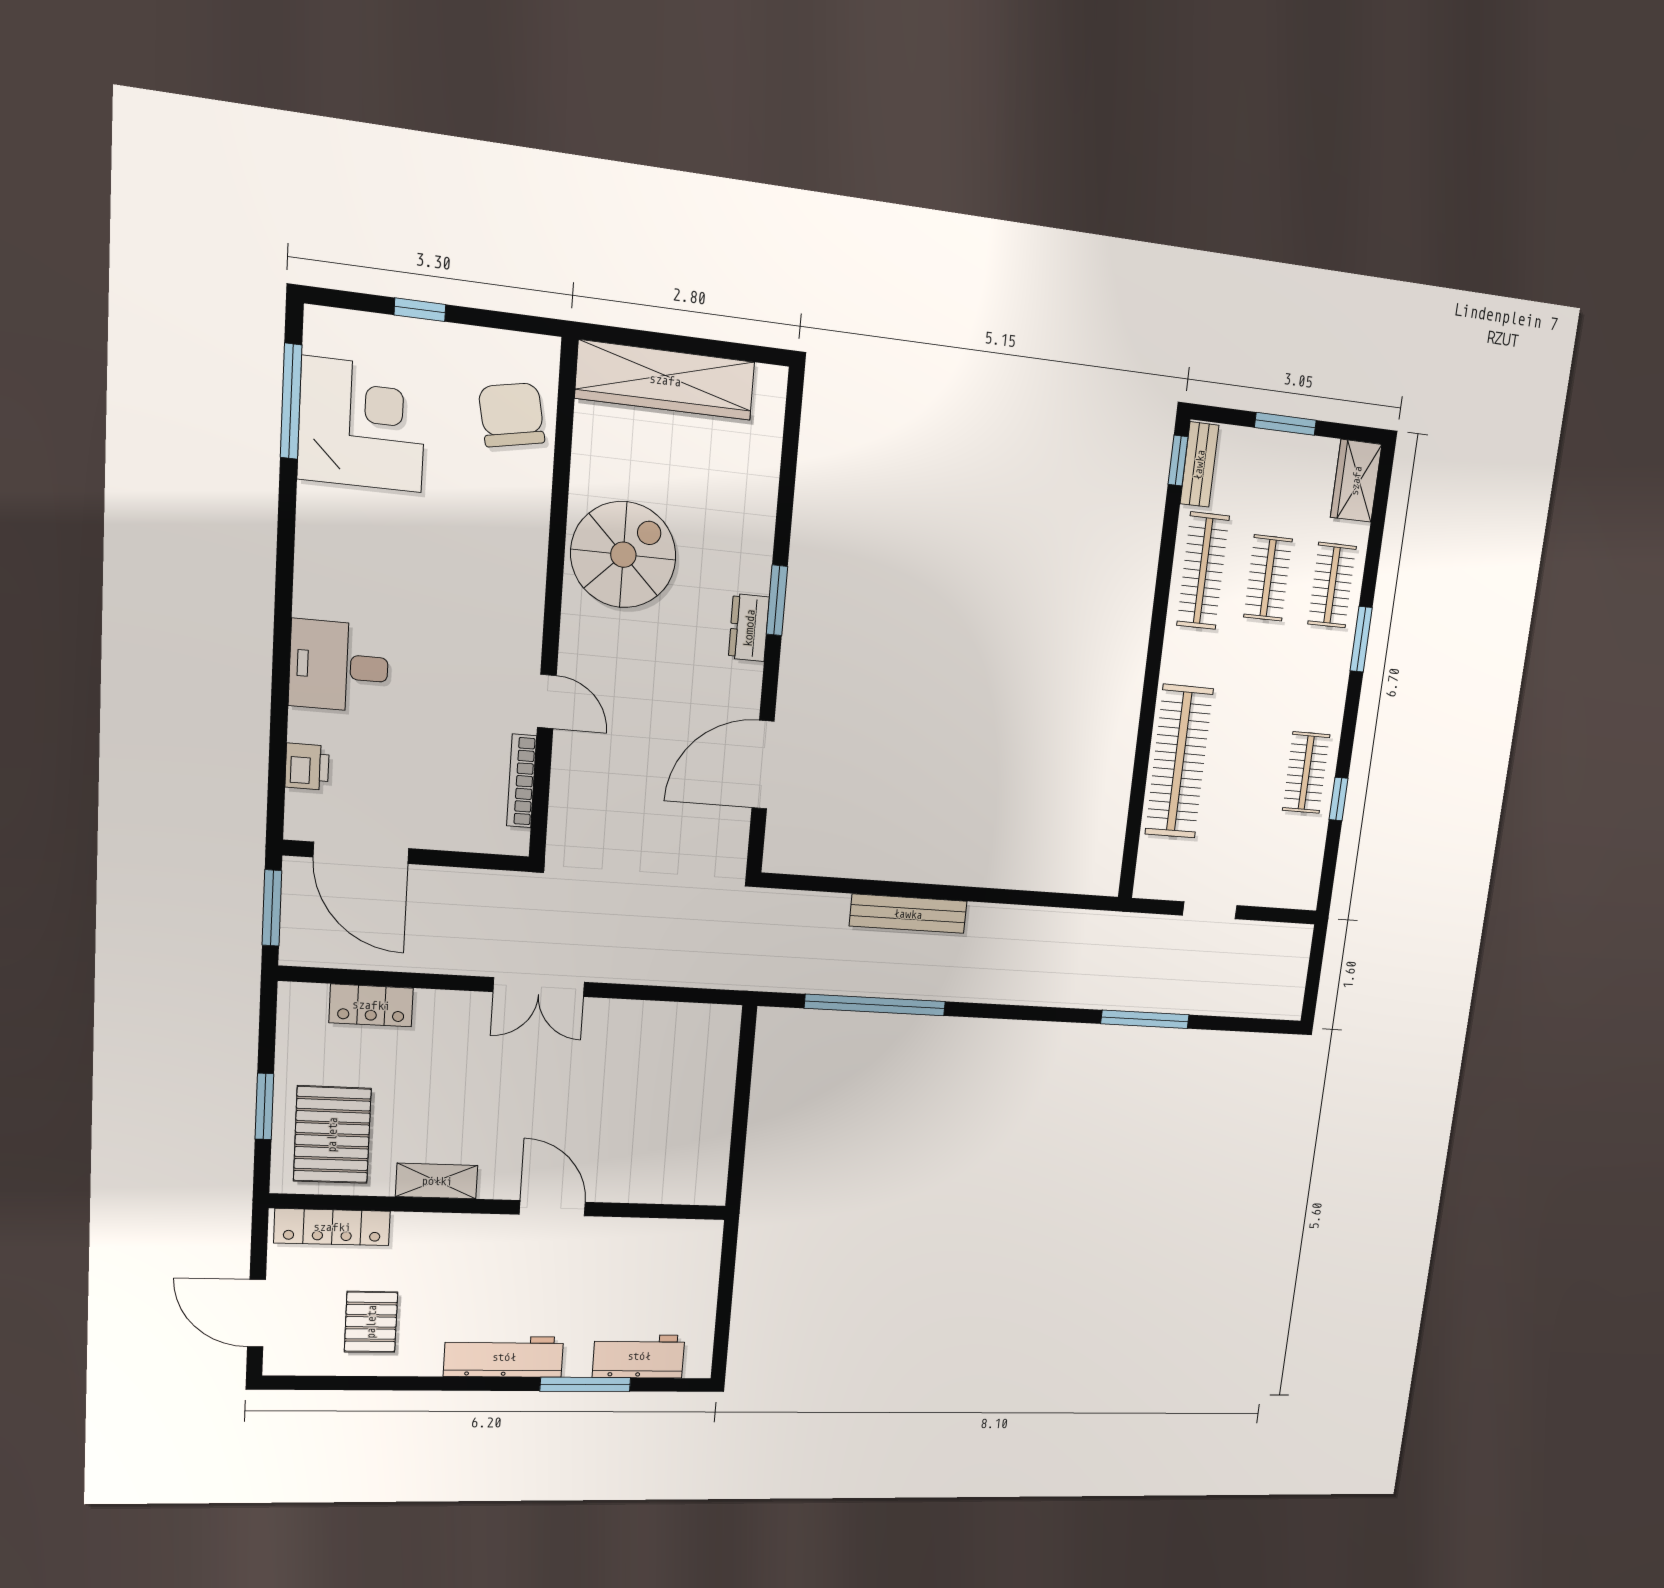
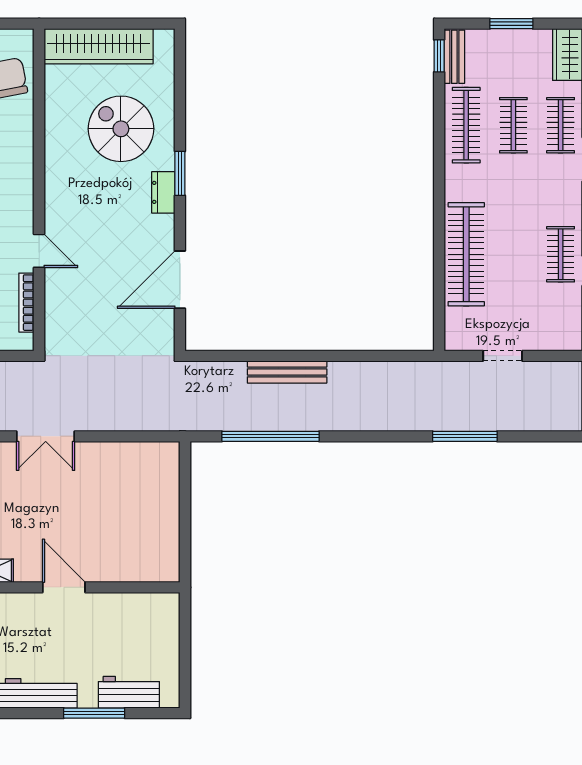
spiral stairs: (623, 555) -> (121, 129), moved, turned -90

